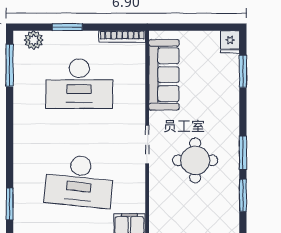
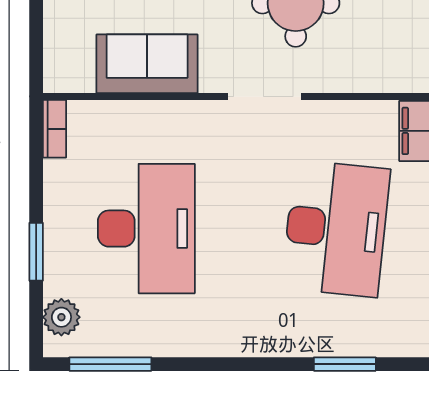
bookcase: (122, 36) -> (54, 129), width x0.64
sofa: (164, 75) -> (147, 64), width x0.73
window: (10, 204) -> (345, 364), moved

